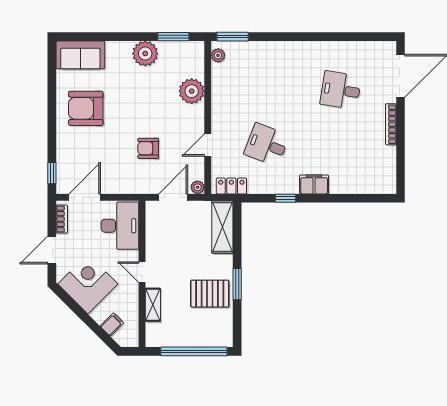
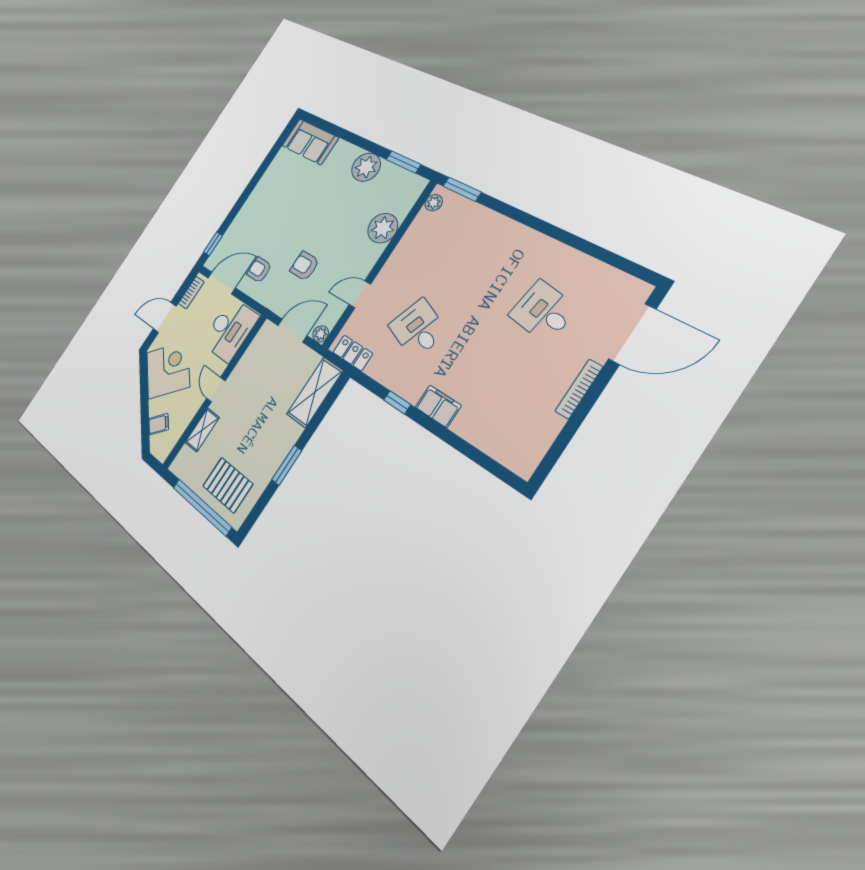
armchair: (86, 108) -> (259, 270), moved, width x0.53, depth x0.53
pallet: (210, 294) -> (228, 485), moved

